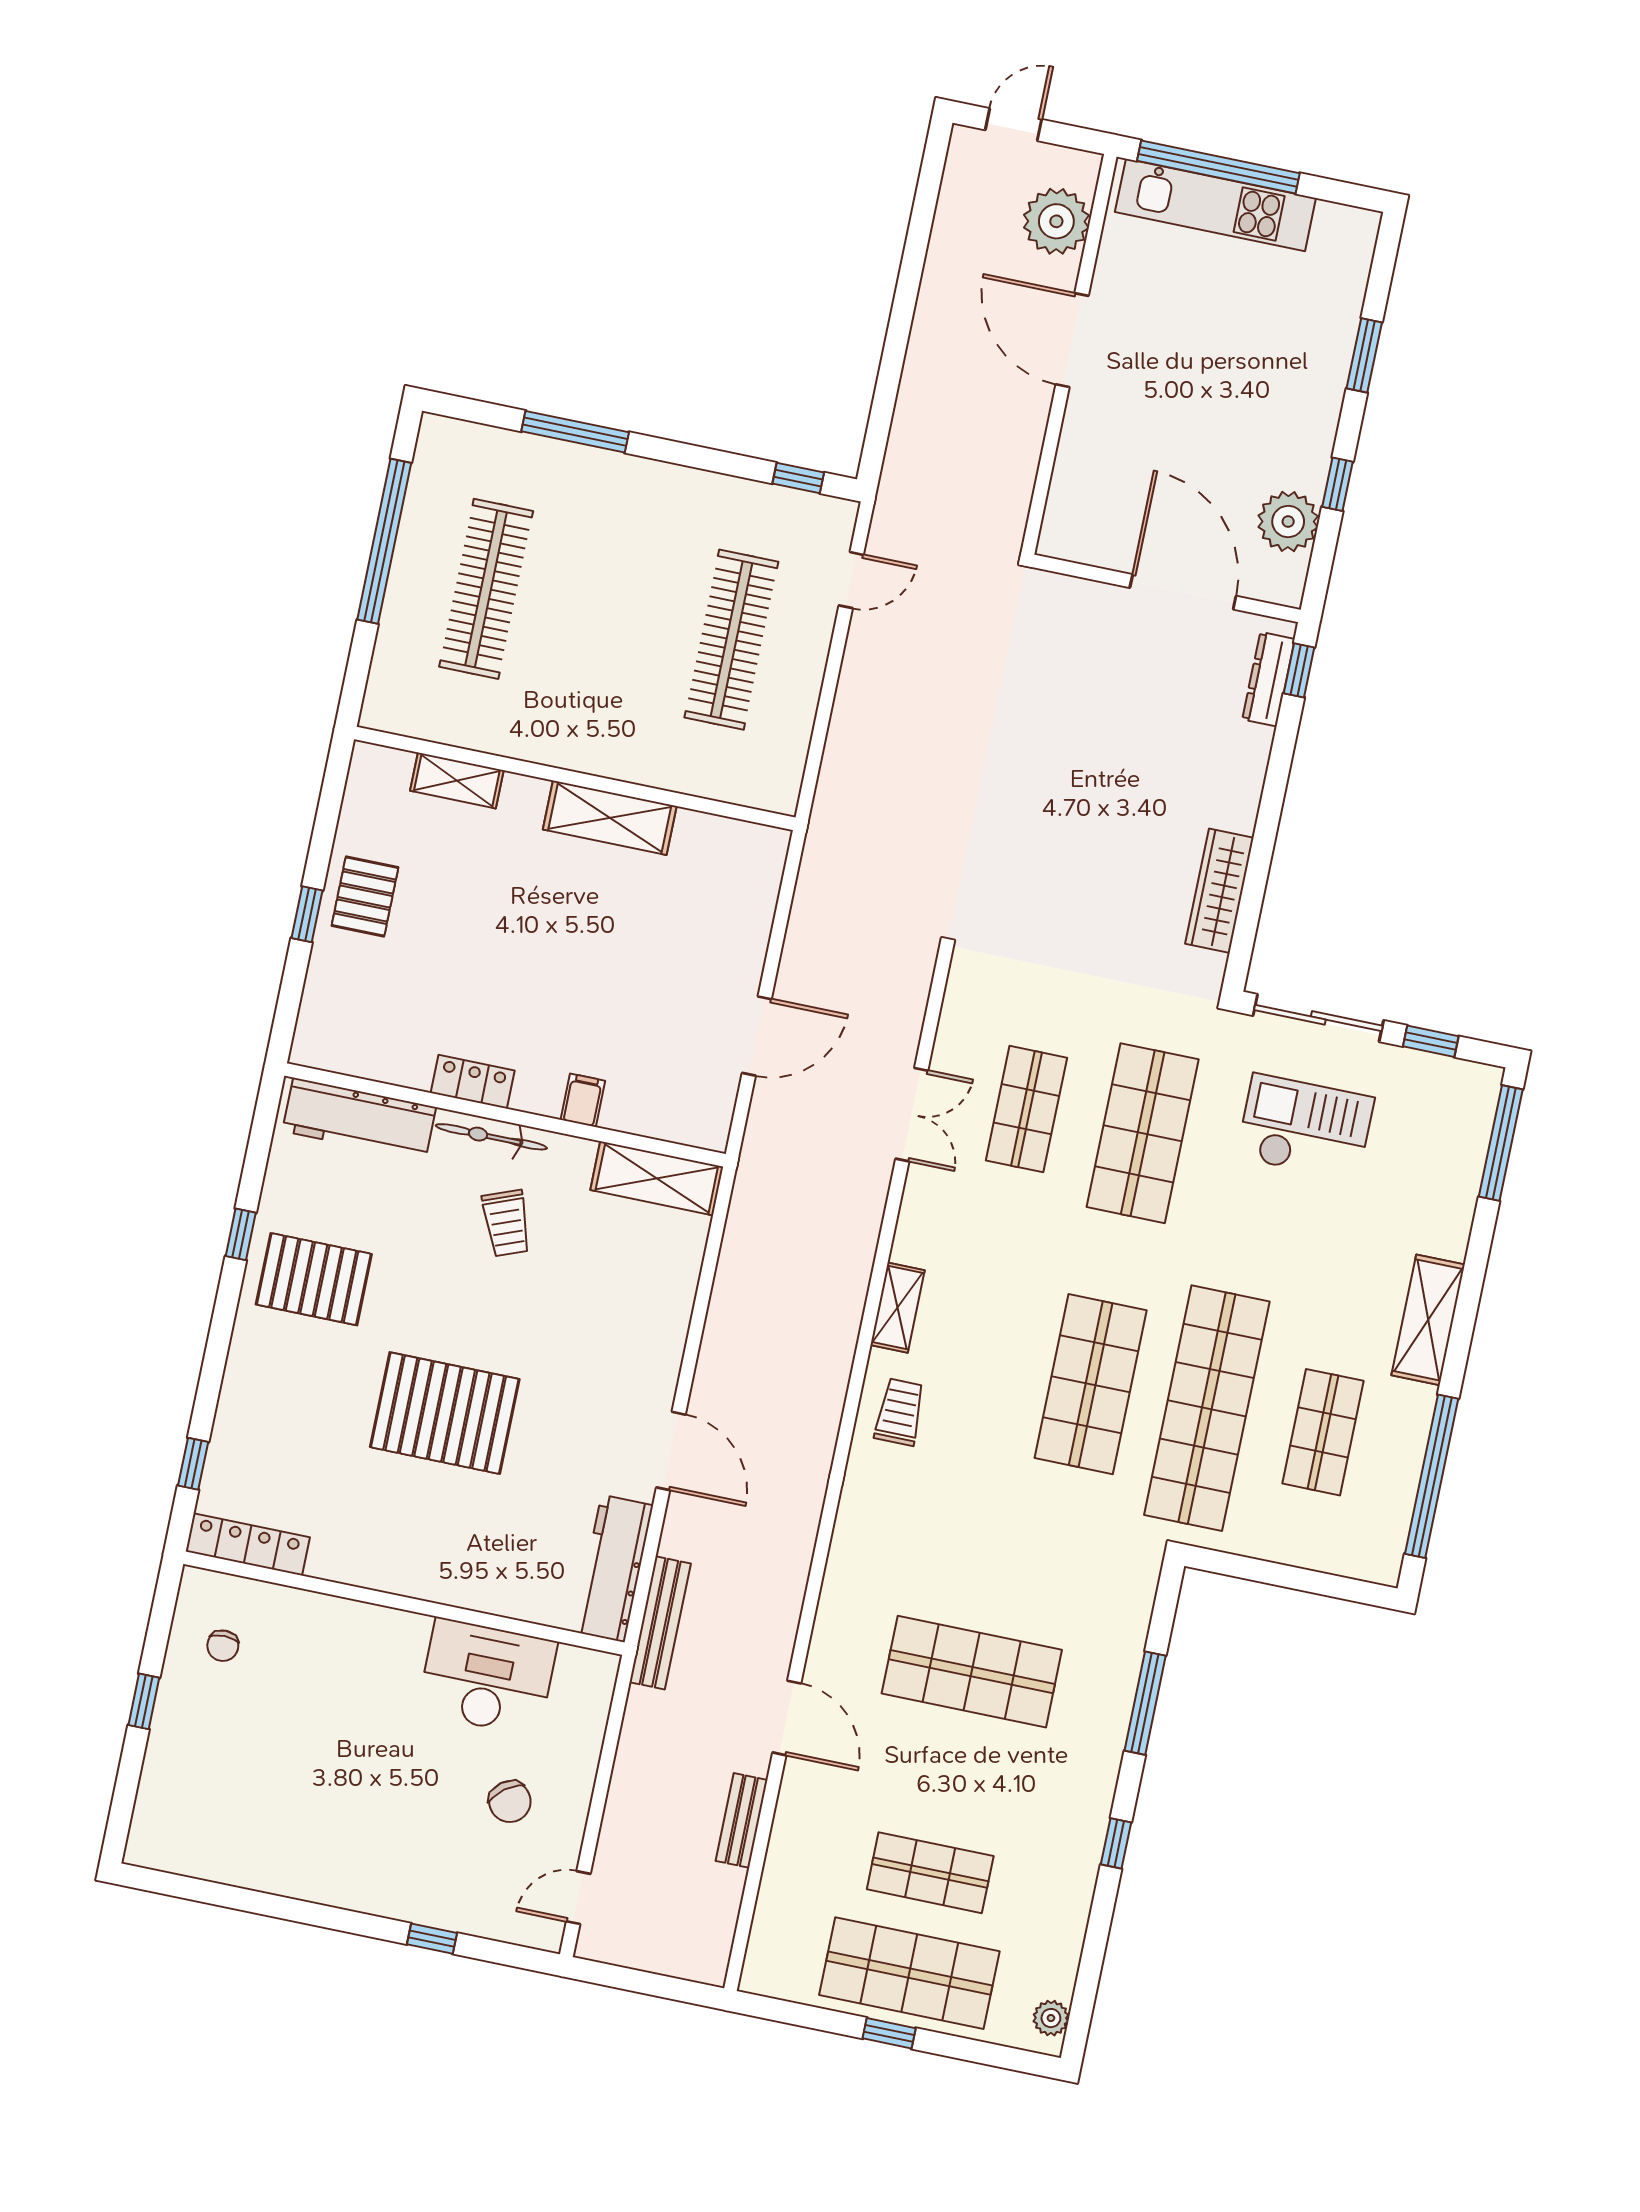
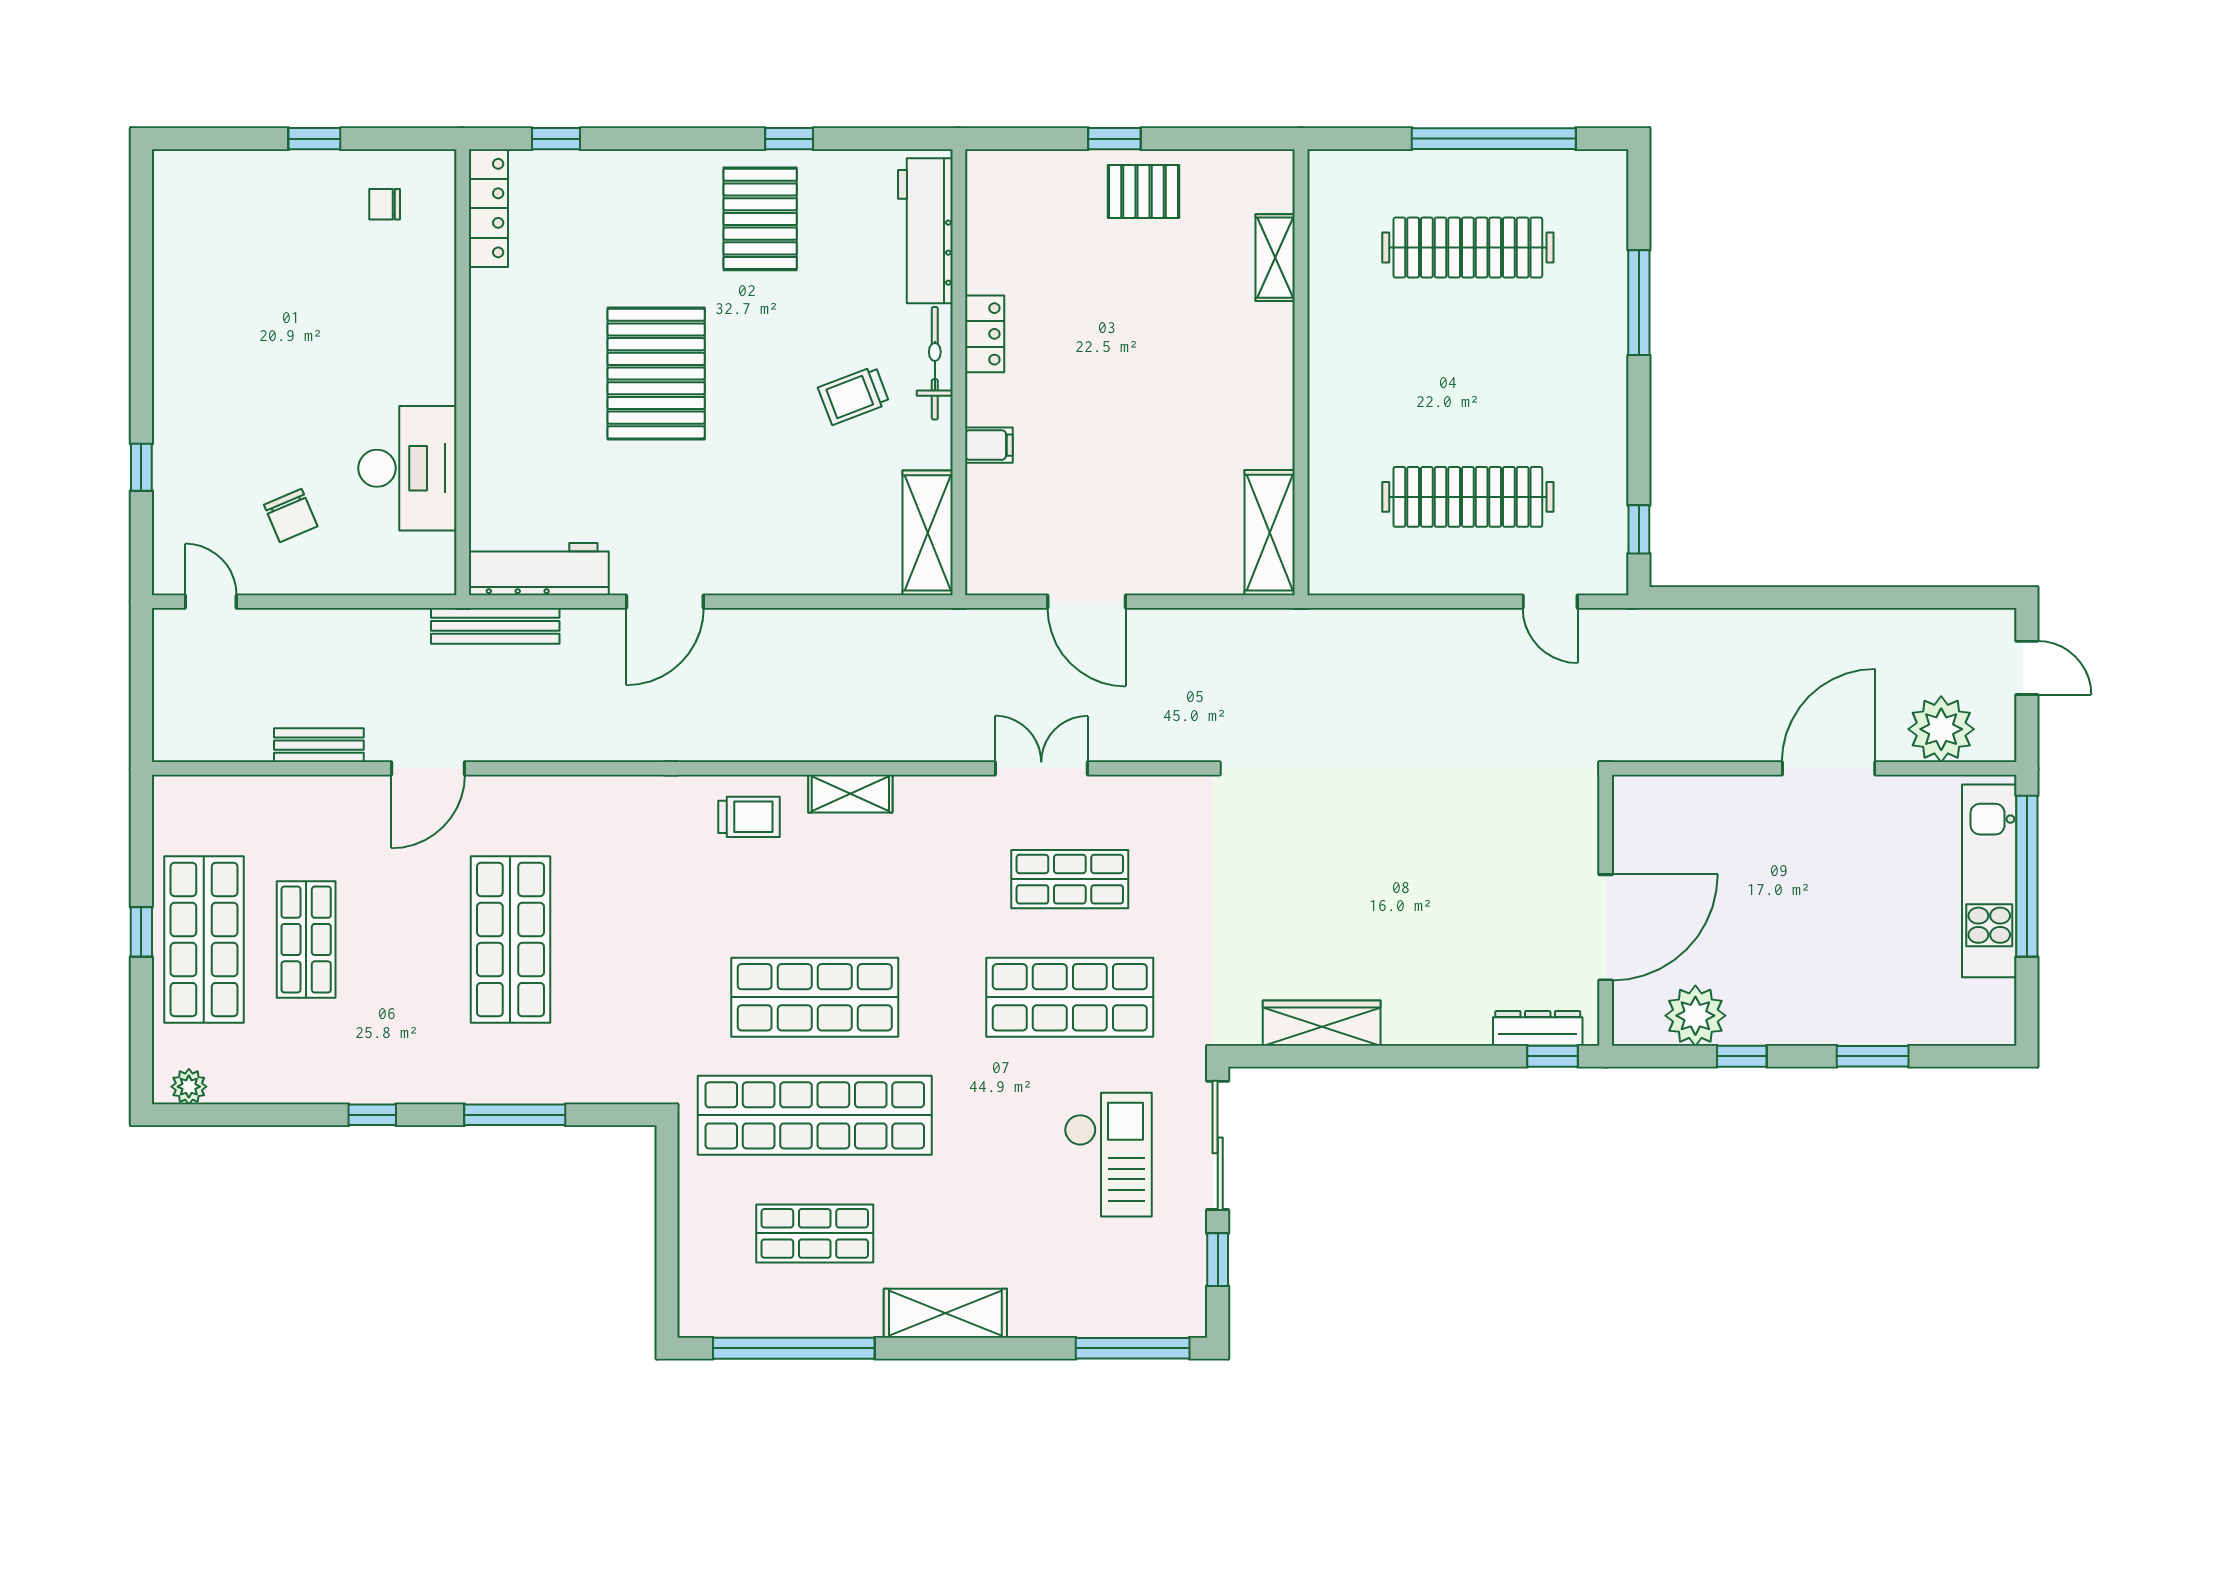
shelving: (610, 818) -> (1270, 533), moved
double door: (912, 1115) -> (1041, 768), swing flipped
chair: (510, 1802) -> (291, 515), turned -76

